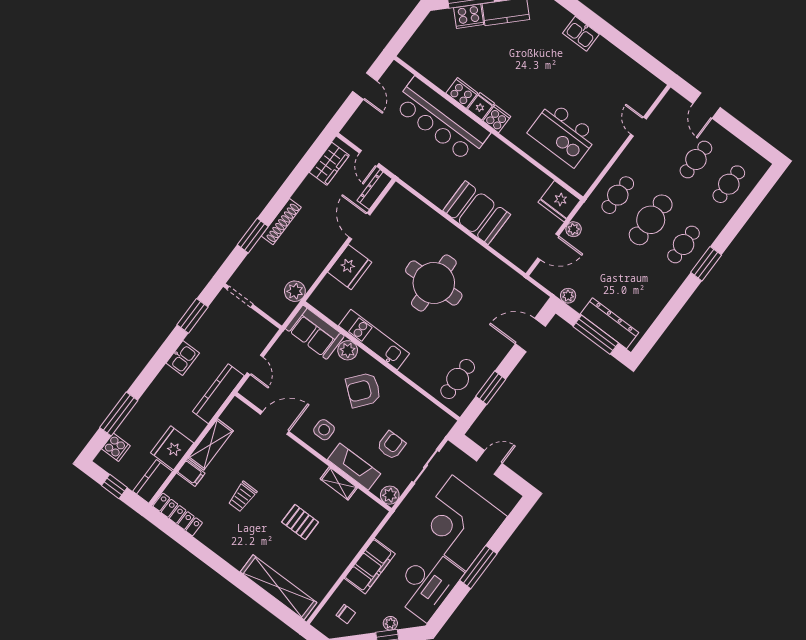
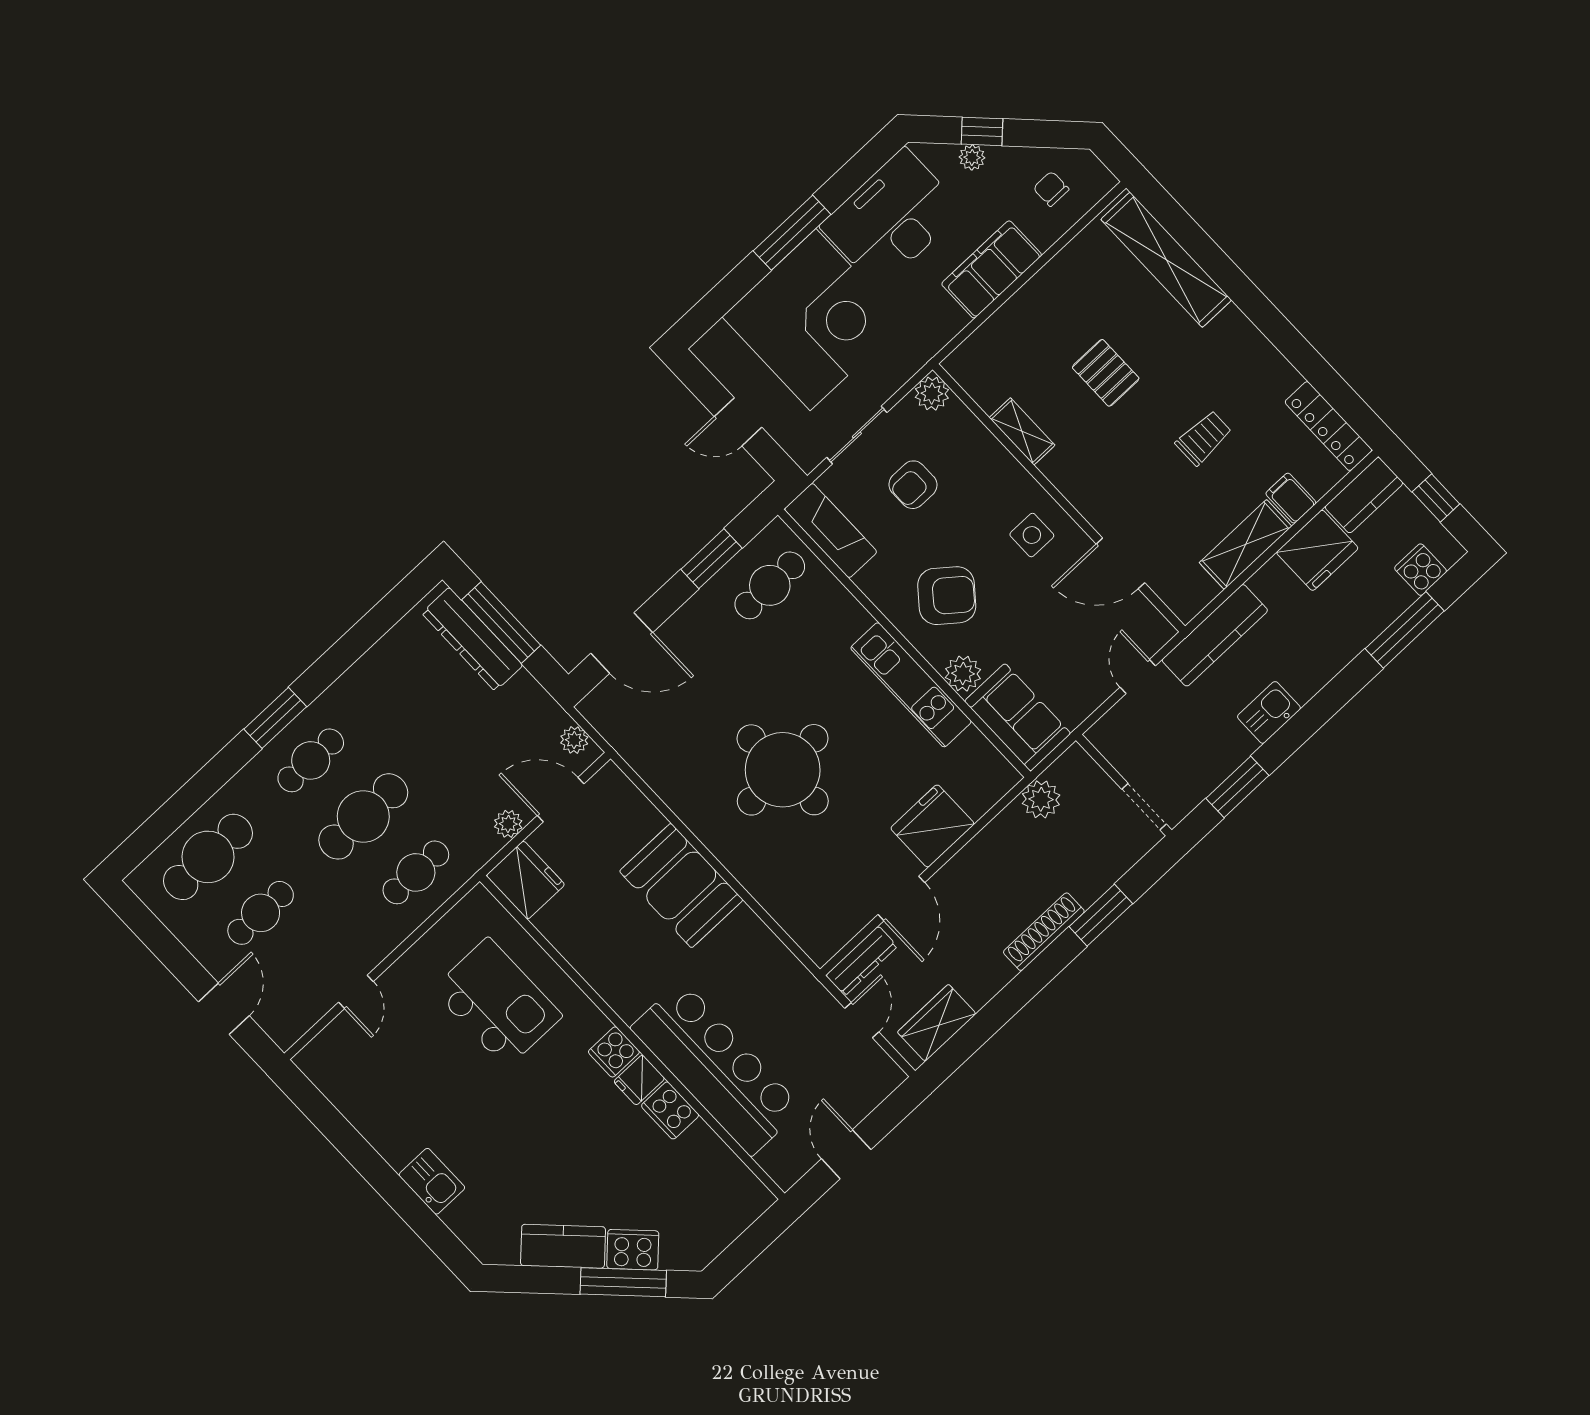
cafe table: (729, 184) -> (208, 857), width x1.37, depth x1.35
plant: (568, 296) -> (574, 740), moved
fireplace: (354, 467) -> (831, 531), moved, turned 180

